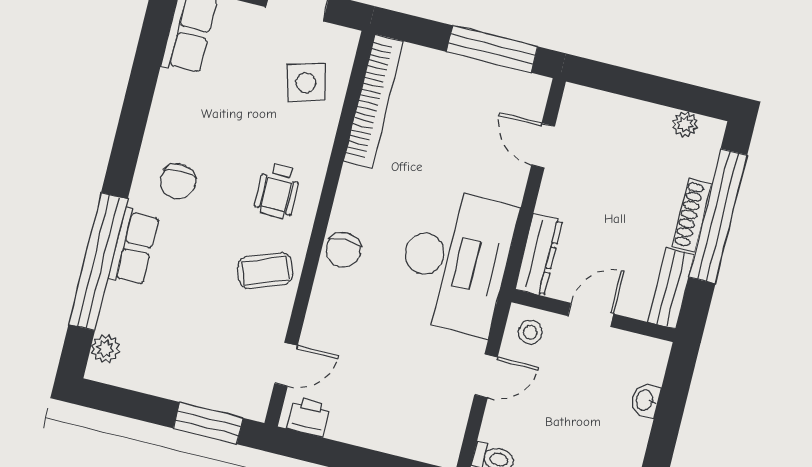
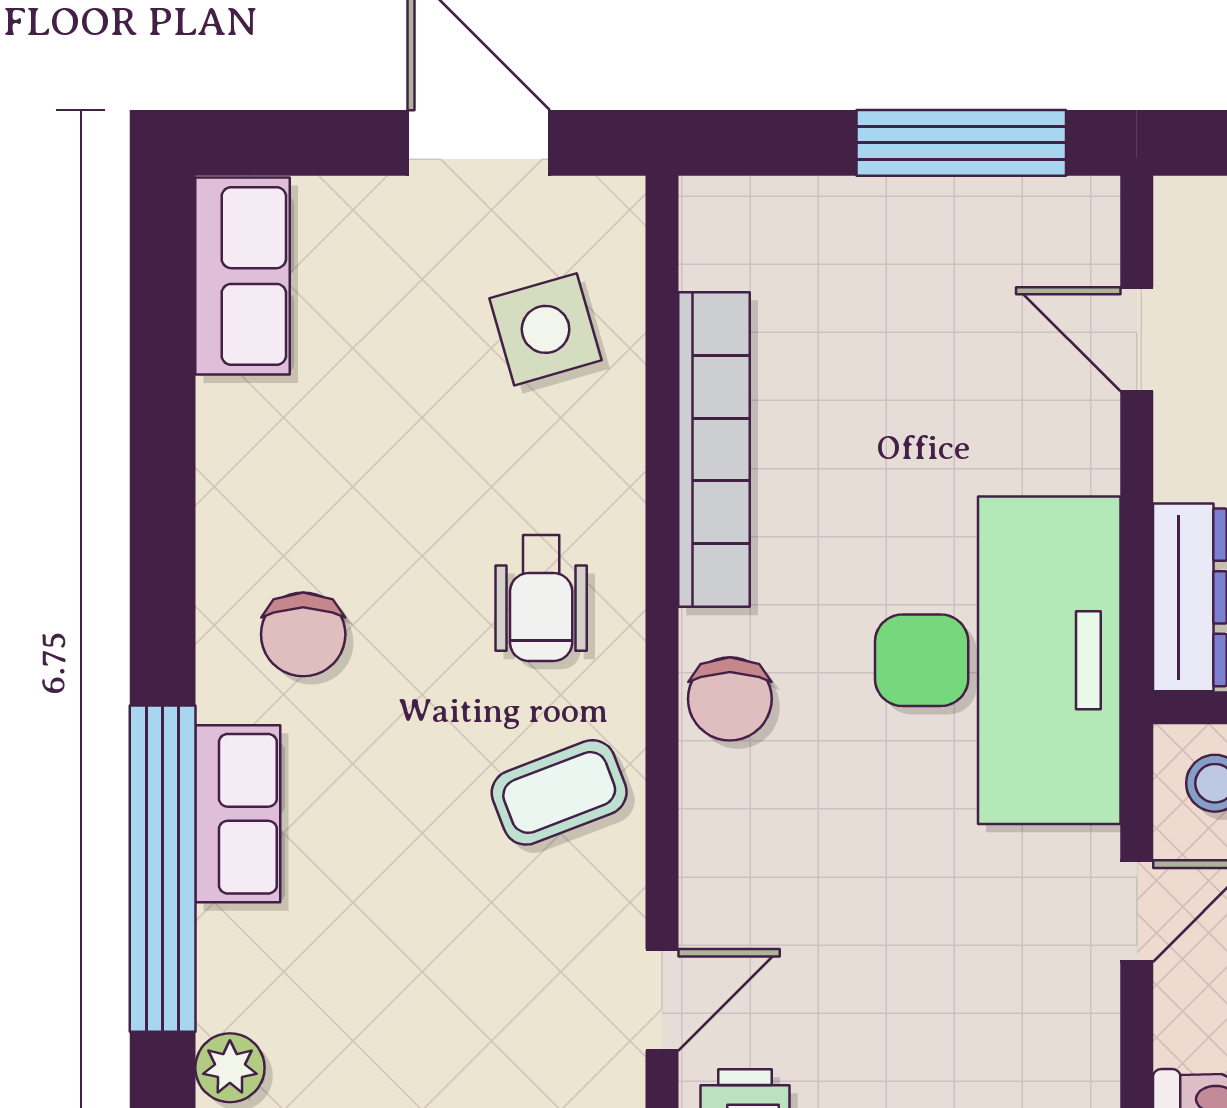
bookcase: (373, 101) -> (714, 450), moved

